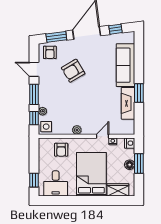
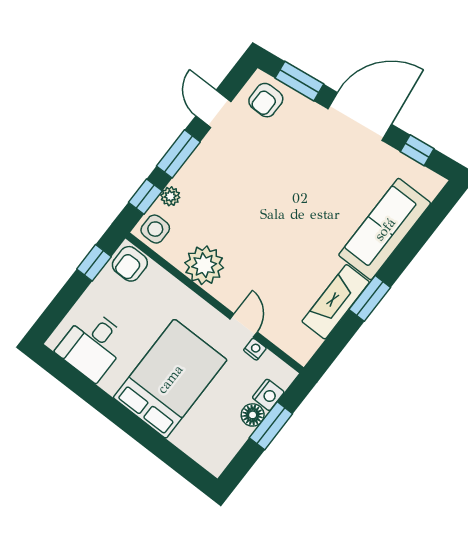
armchair: (73, 71) -> (282, 166), removed
plant: (77, 130) -> (204, 265), width x1.88, depth x1.88
door: (102, 136) -> (244, 325), hinge flipped
nightstand: (130, 143) -> (268, 395), moved
armchair: (61, 150) -> (130, 264), moved
window: (34, 180) -> (94, 263), moved
wardrobe: (118, 190) -> (196, 444), removed

